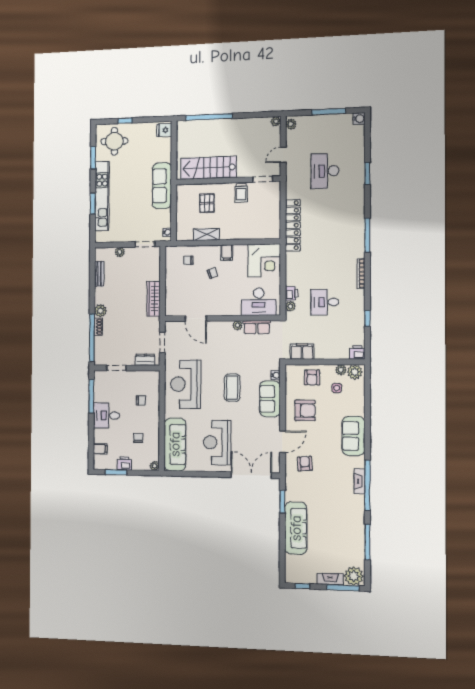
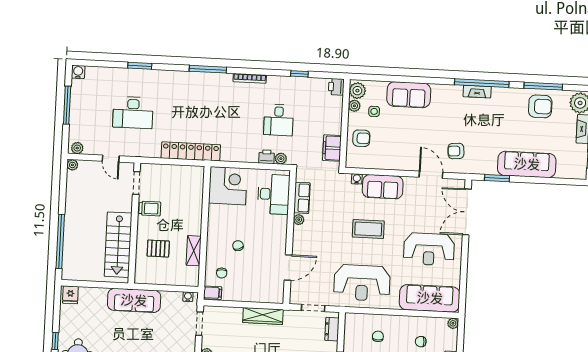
filing cabinet: (227, 253) -> (213, 293), moved
armchair: (305, 410) -> (540, 106), moved, turned 90
sofa: (353, 436) -> (409, 95), moved

